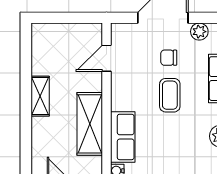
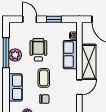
door: (106, 58) -> (79, 87), moved
wheelchair: (179, 145) -> (38, 50), added

